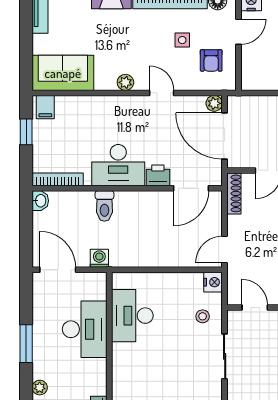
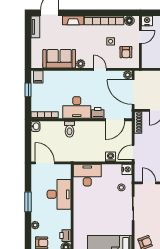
sofa: (63, 73) -> (59, 59), moved
washing machine: (99, 258) -> (111, 157), moved
desk: (132, 316) -> (87, 175), moved, turned 90

